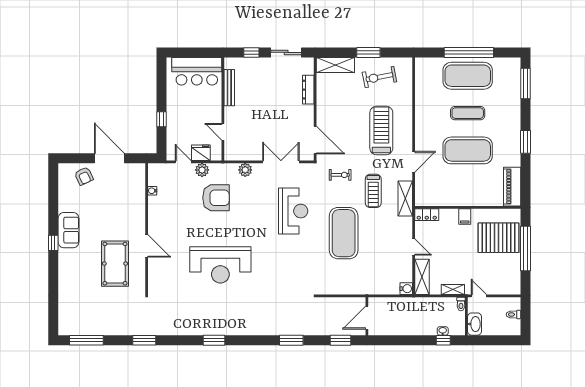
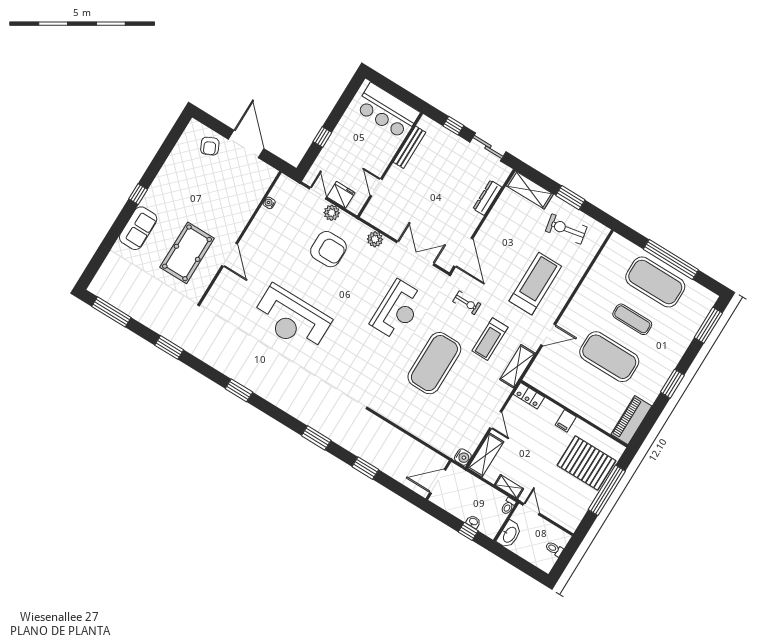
sofa: (68, 230) -> (138, 228), moved
wall: (367, 316) -> (438, 480), moved
door: (367, 318) -> (438, 481), moved

